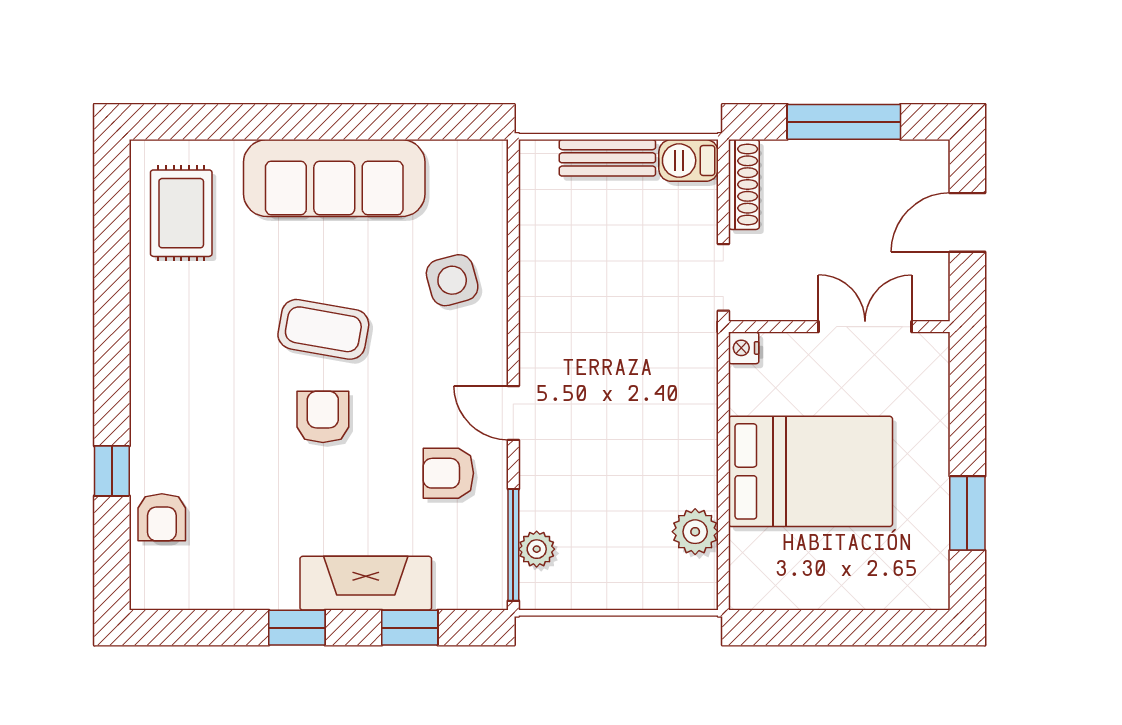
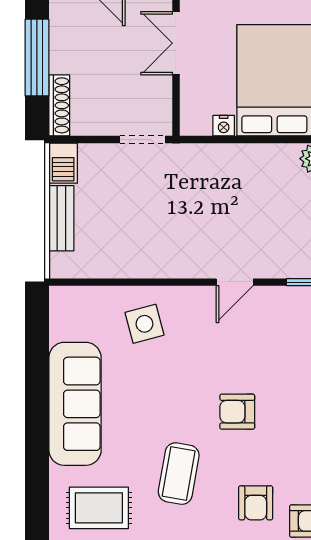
shoe rack: (744, 185) -> (59, 105), moved, turned 90
coffee table: (323, 329) -> (179, 474), moved
nightstand: (744, 348) -> (224, 126), moved
armchair: (448, 473) -> (256, 503), moved

